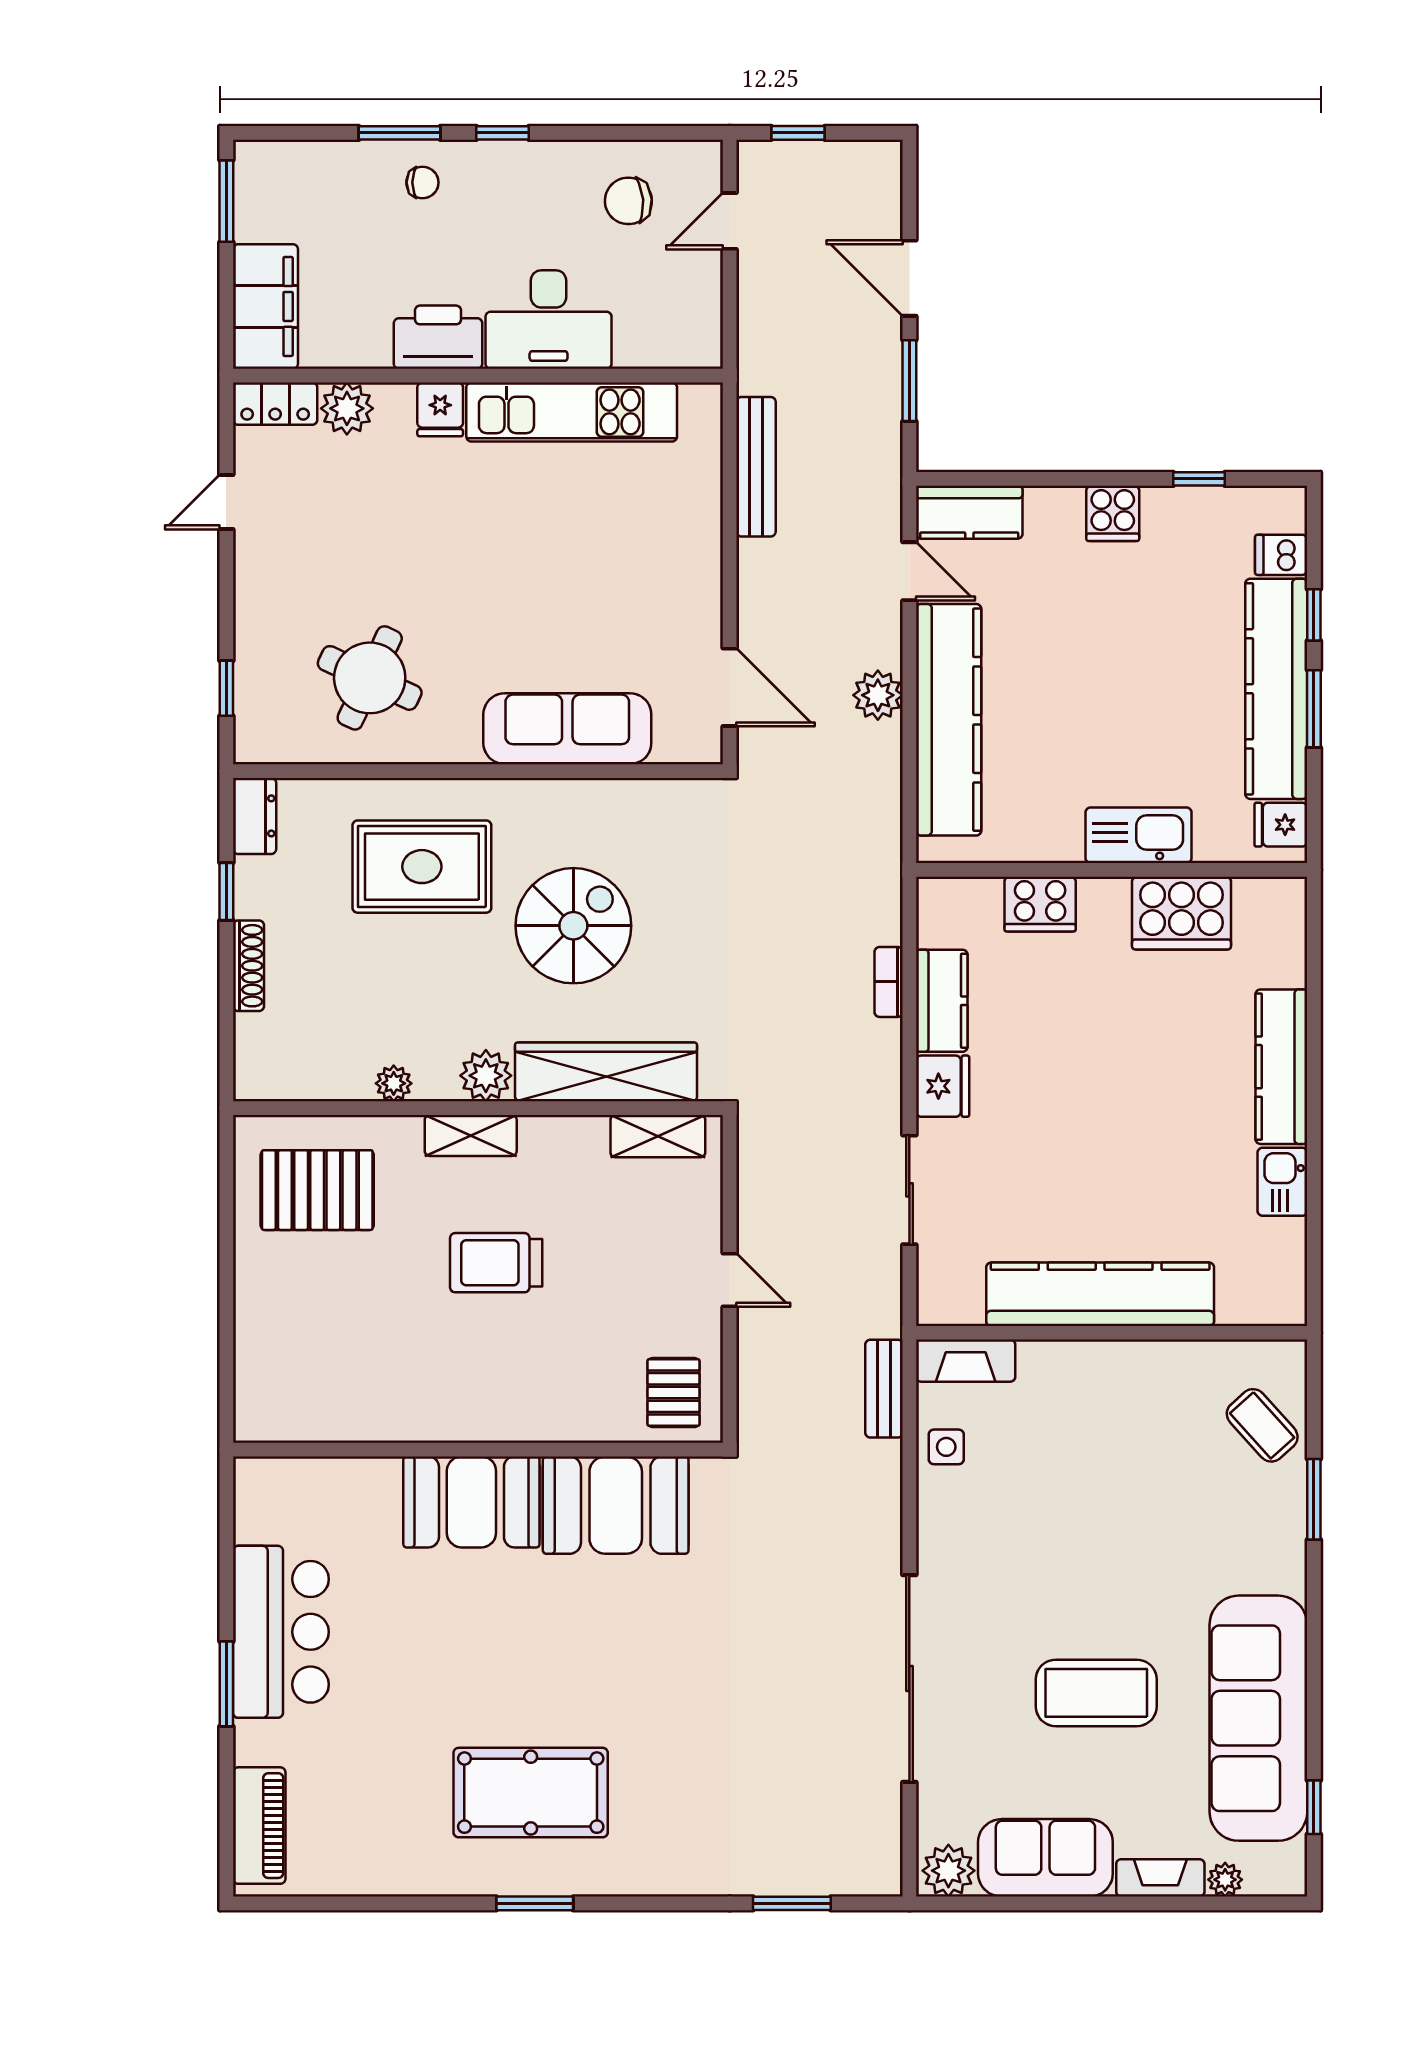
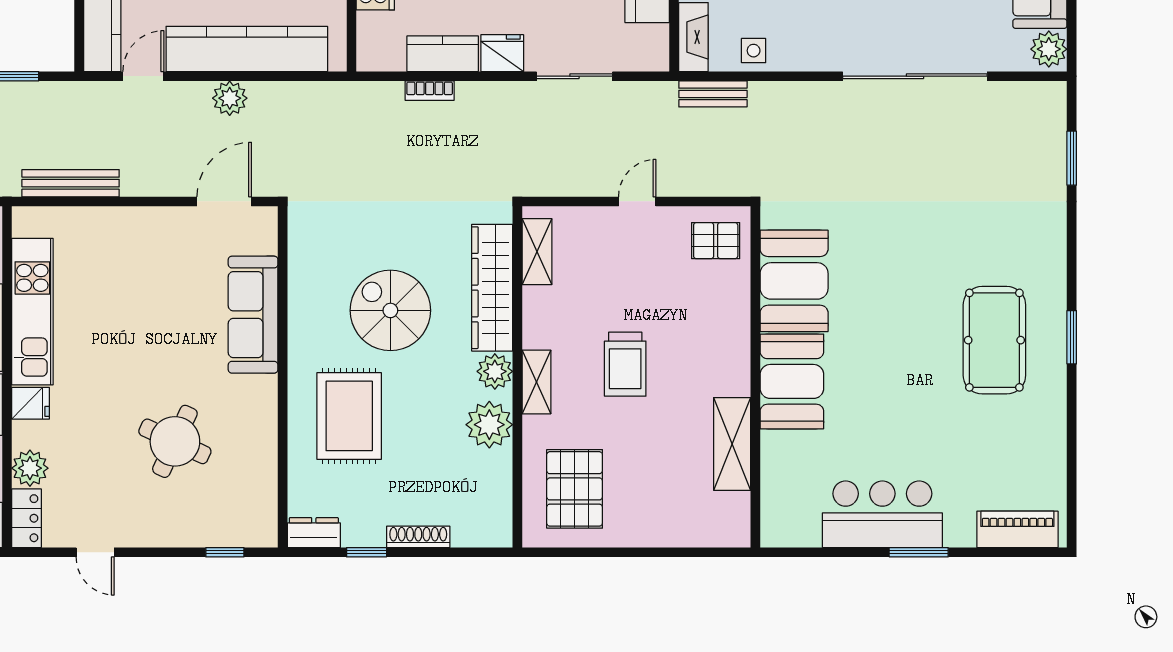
round table: (370, 678) -> (175, 441), moved
plant: (394, 1083) -> (489, 425), width x1.87, depth x1.87
shelving: (382, 1416) -> (732, 444), added

